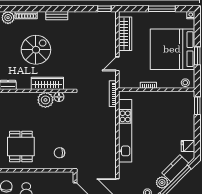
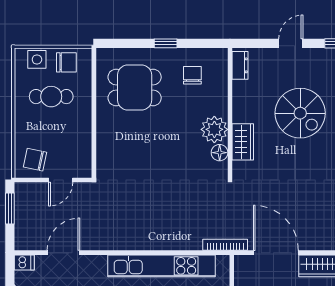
door: (117, 64) -> (276, 253), width x1.87
wardrobe: (47, 83) -> (243, 142), width x0.67
chair: (59, 153) -> (192, 75), moved

